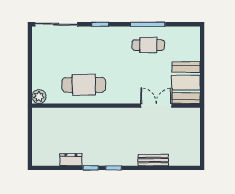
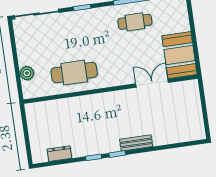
plant: (39, 97) -> (27, 73), moved
dresser: (71, 160) -> (59, 154), moved
bench: (153, 160) -> (136, 143), moved

